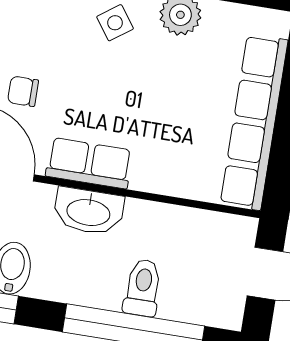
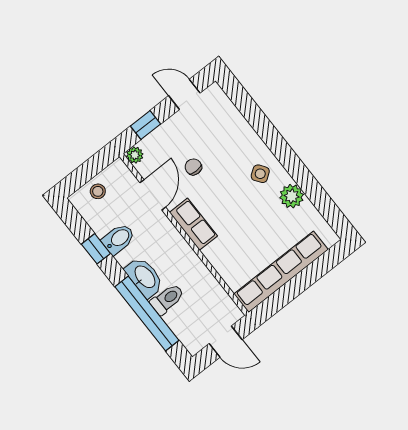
washbasin: (89, 211) -> (144, 277), moved, turned 180

